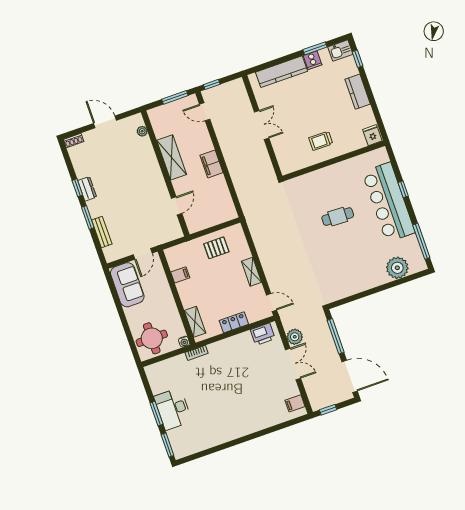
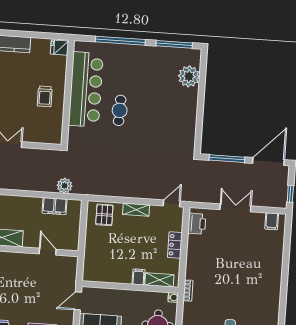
filing cabinet: (211, 164) -> (55, 206), moved
window: (403, 189) -> (120, 41), width x3.17
bar counter: (389, 202) -> (86, 89), moved, turned -90
pallet: (216, 248) -> (104, 215), moved
door: (143, 254) -> (78, 301), swing flipped
filing cabinet: (180, 275) -> (139, 277), moved
plant: (295, 337) -> (65, 186), moved

